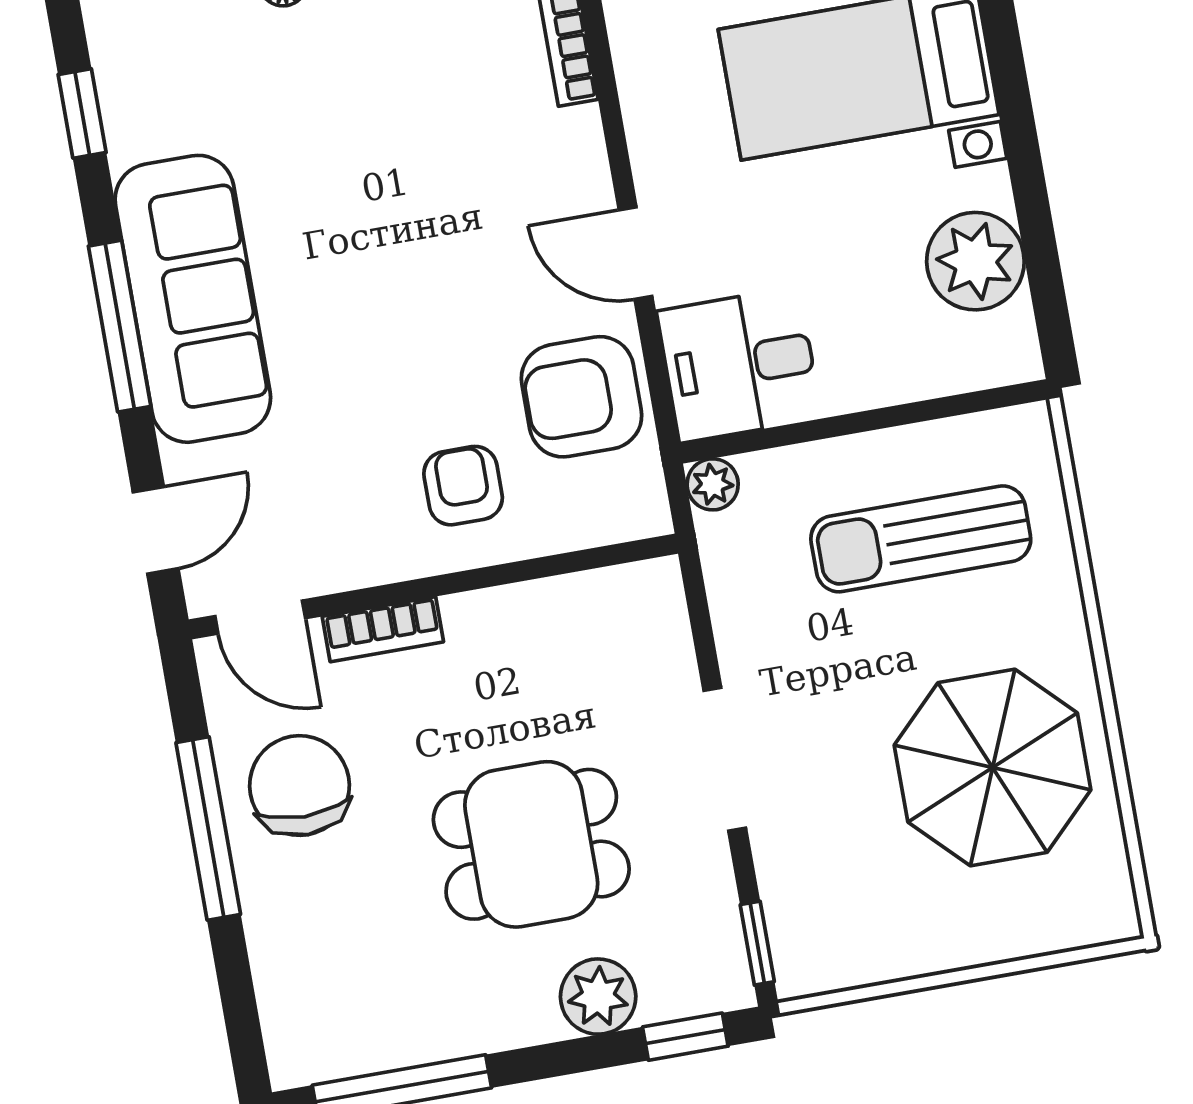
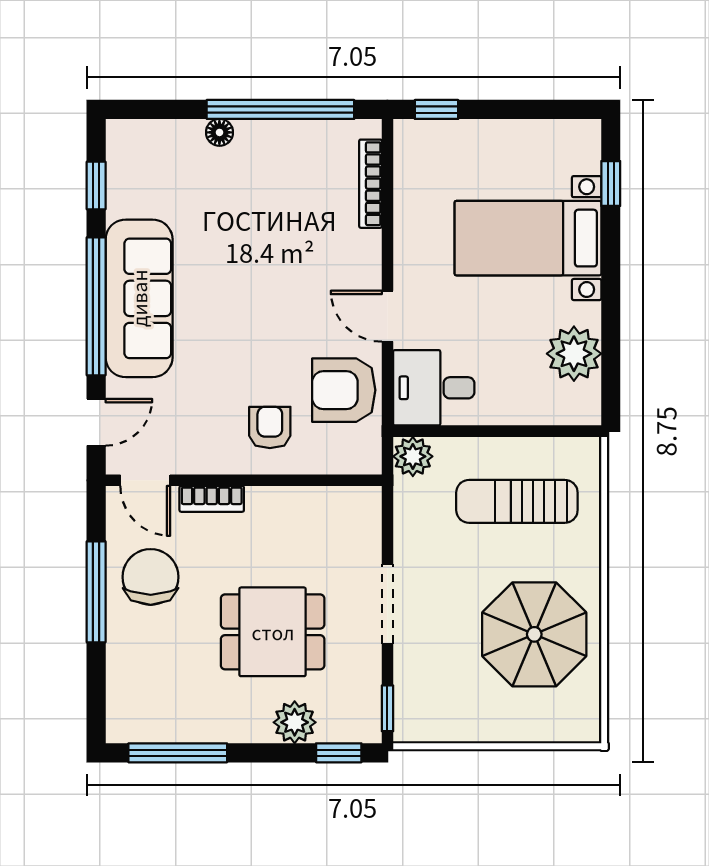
window: (120, 326) -> (96, 306), width x1.46
plant: (713, 484) -> (413, 456), width x1.38, depth x1.38

